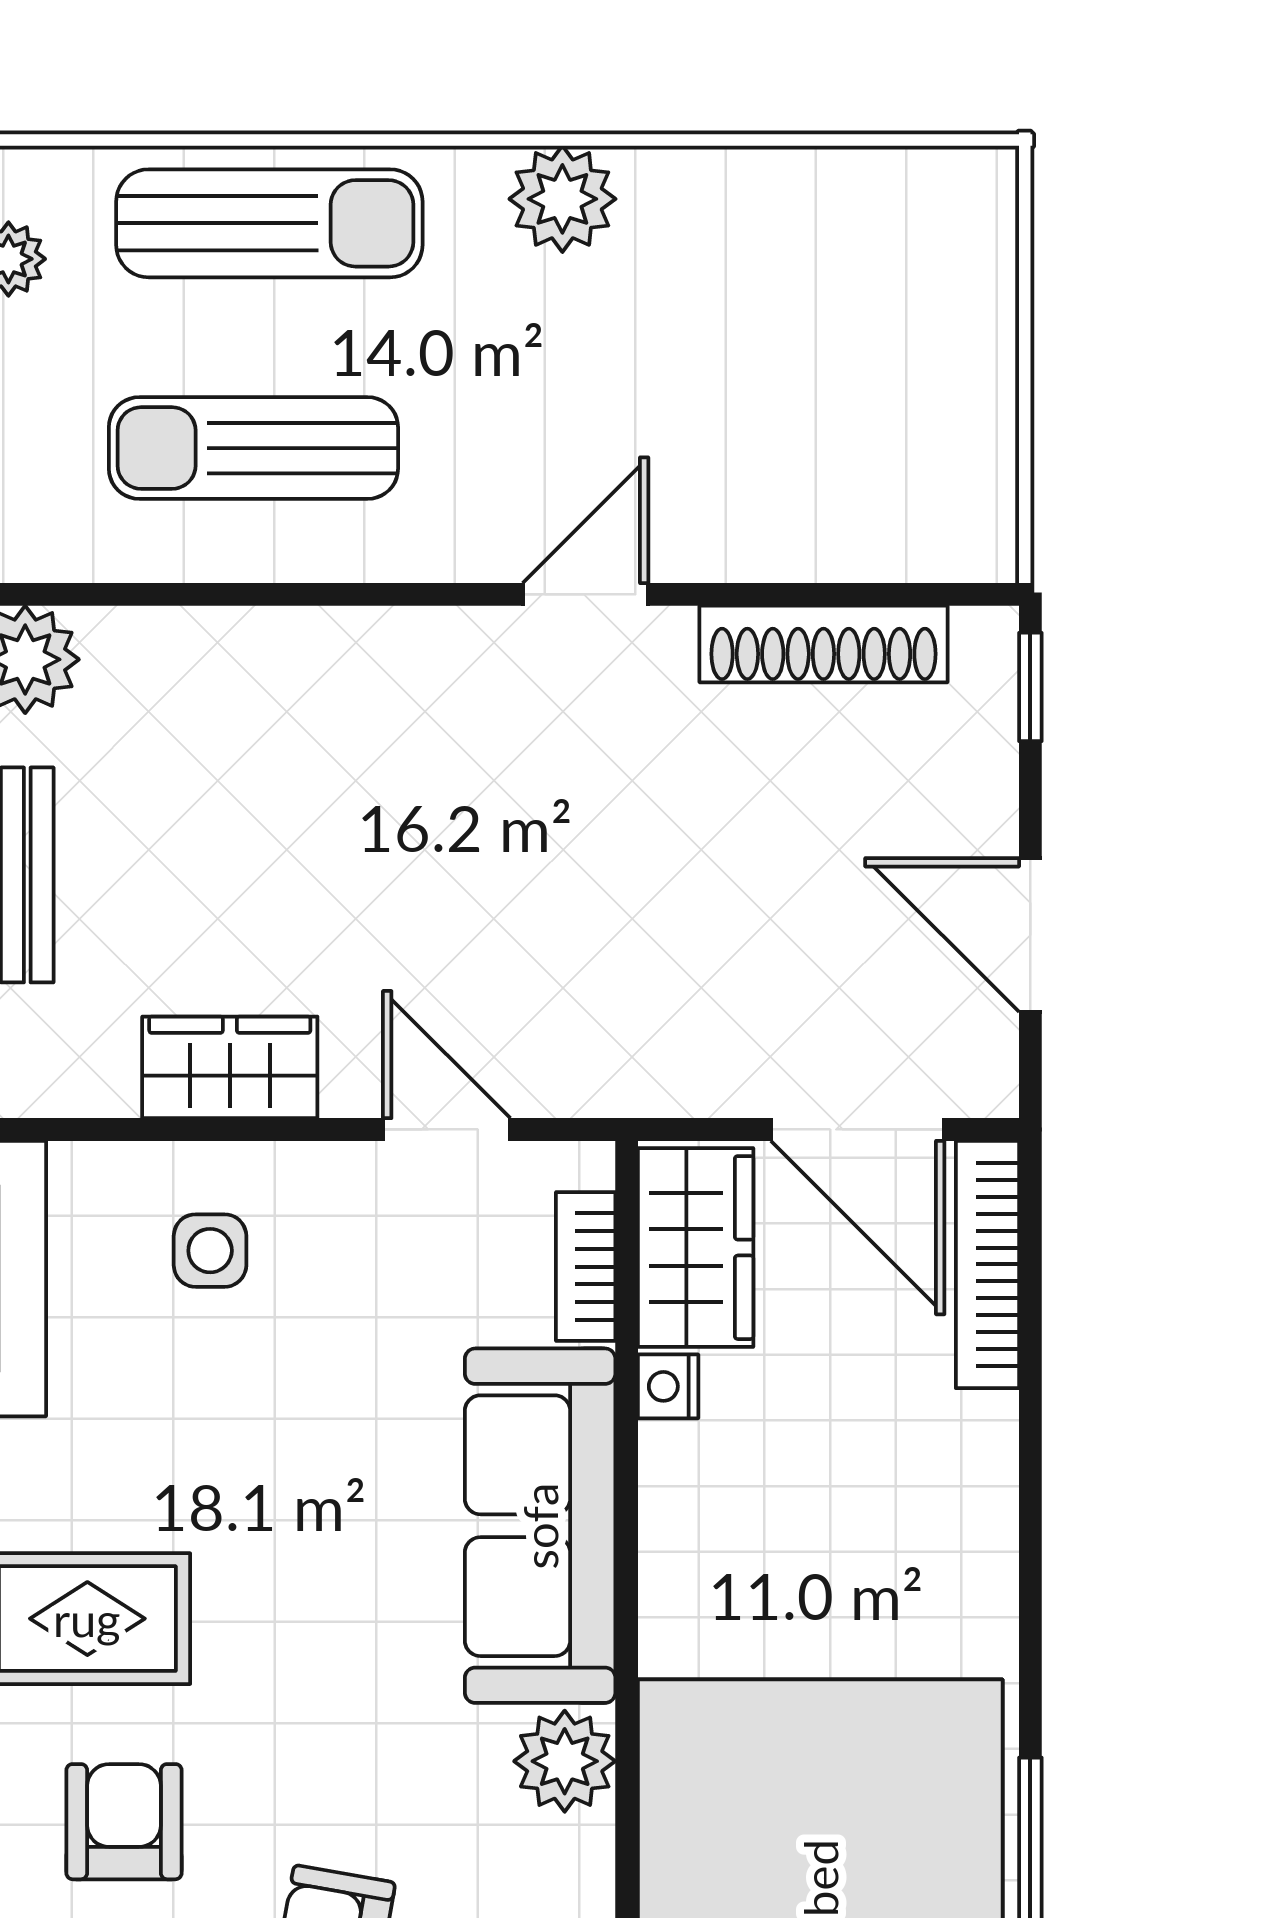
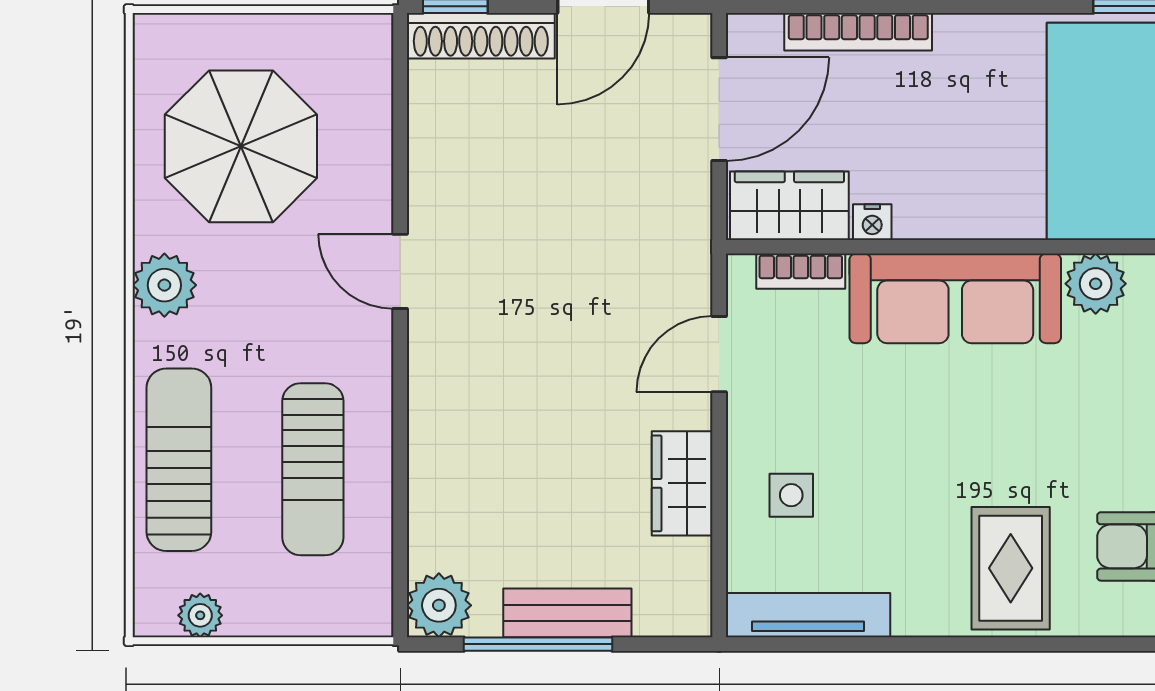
parasol: (795, 327) -> (241, 146), added
shoe rack: (823, 644) -> (481, 36), moved, turned 90
bookcase: (987, 1264) -> (858, 32), moved

